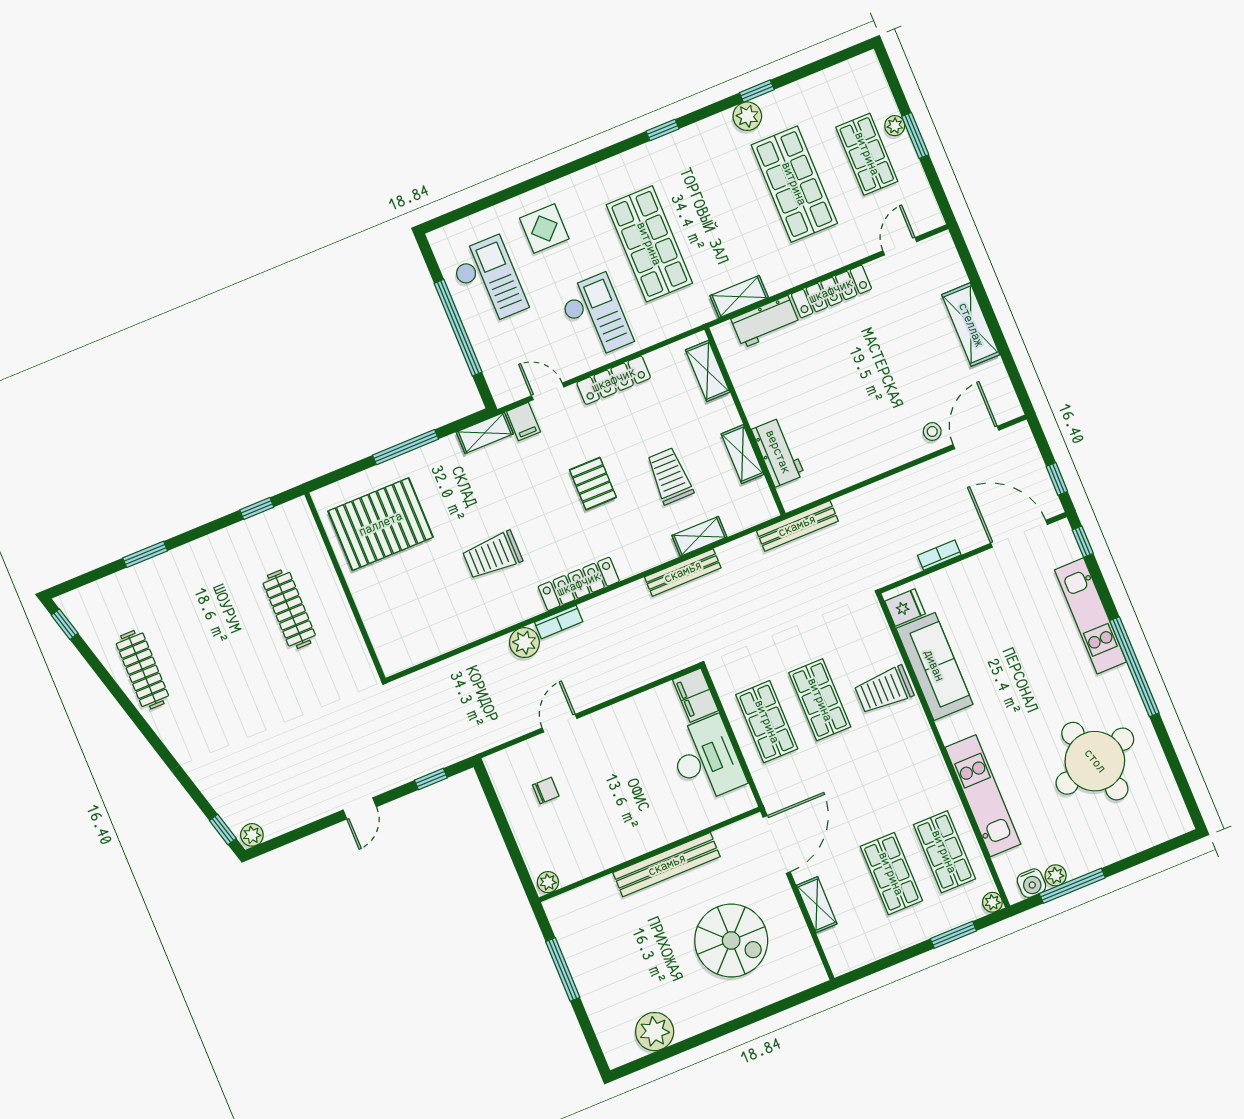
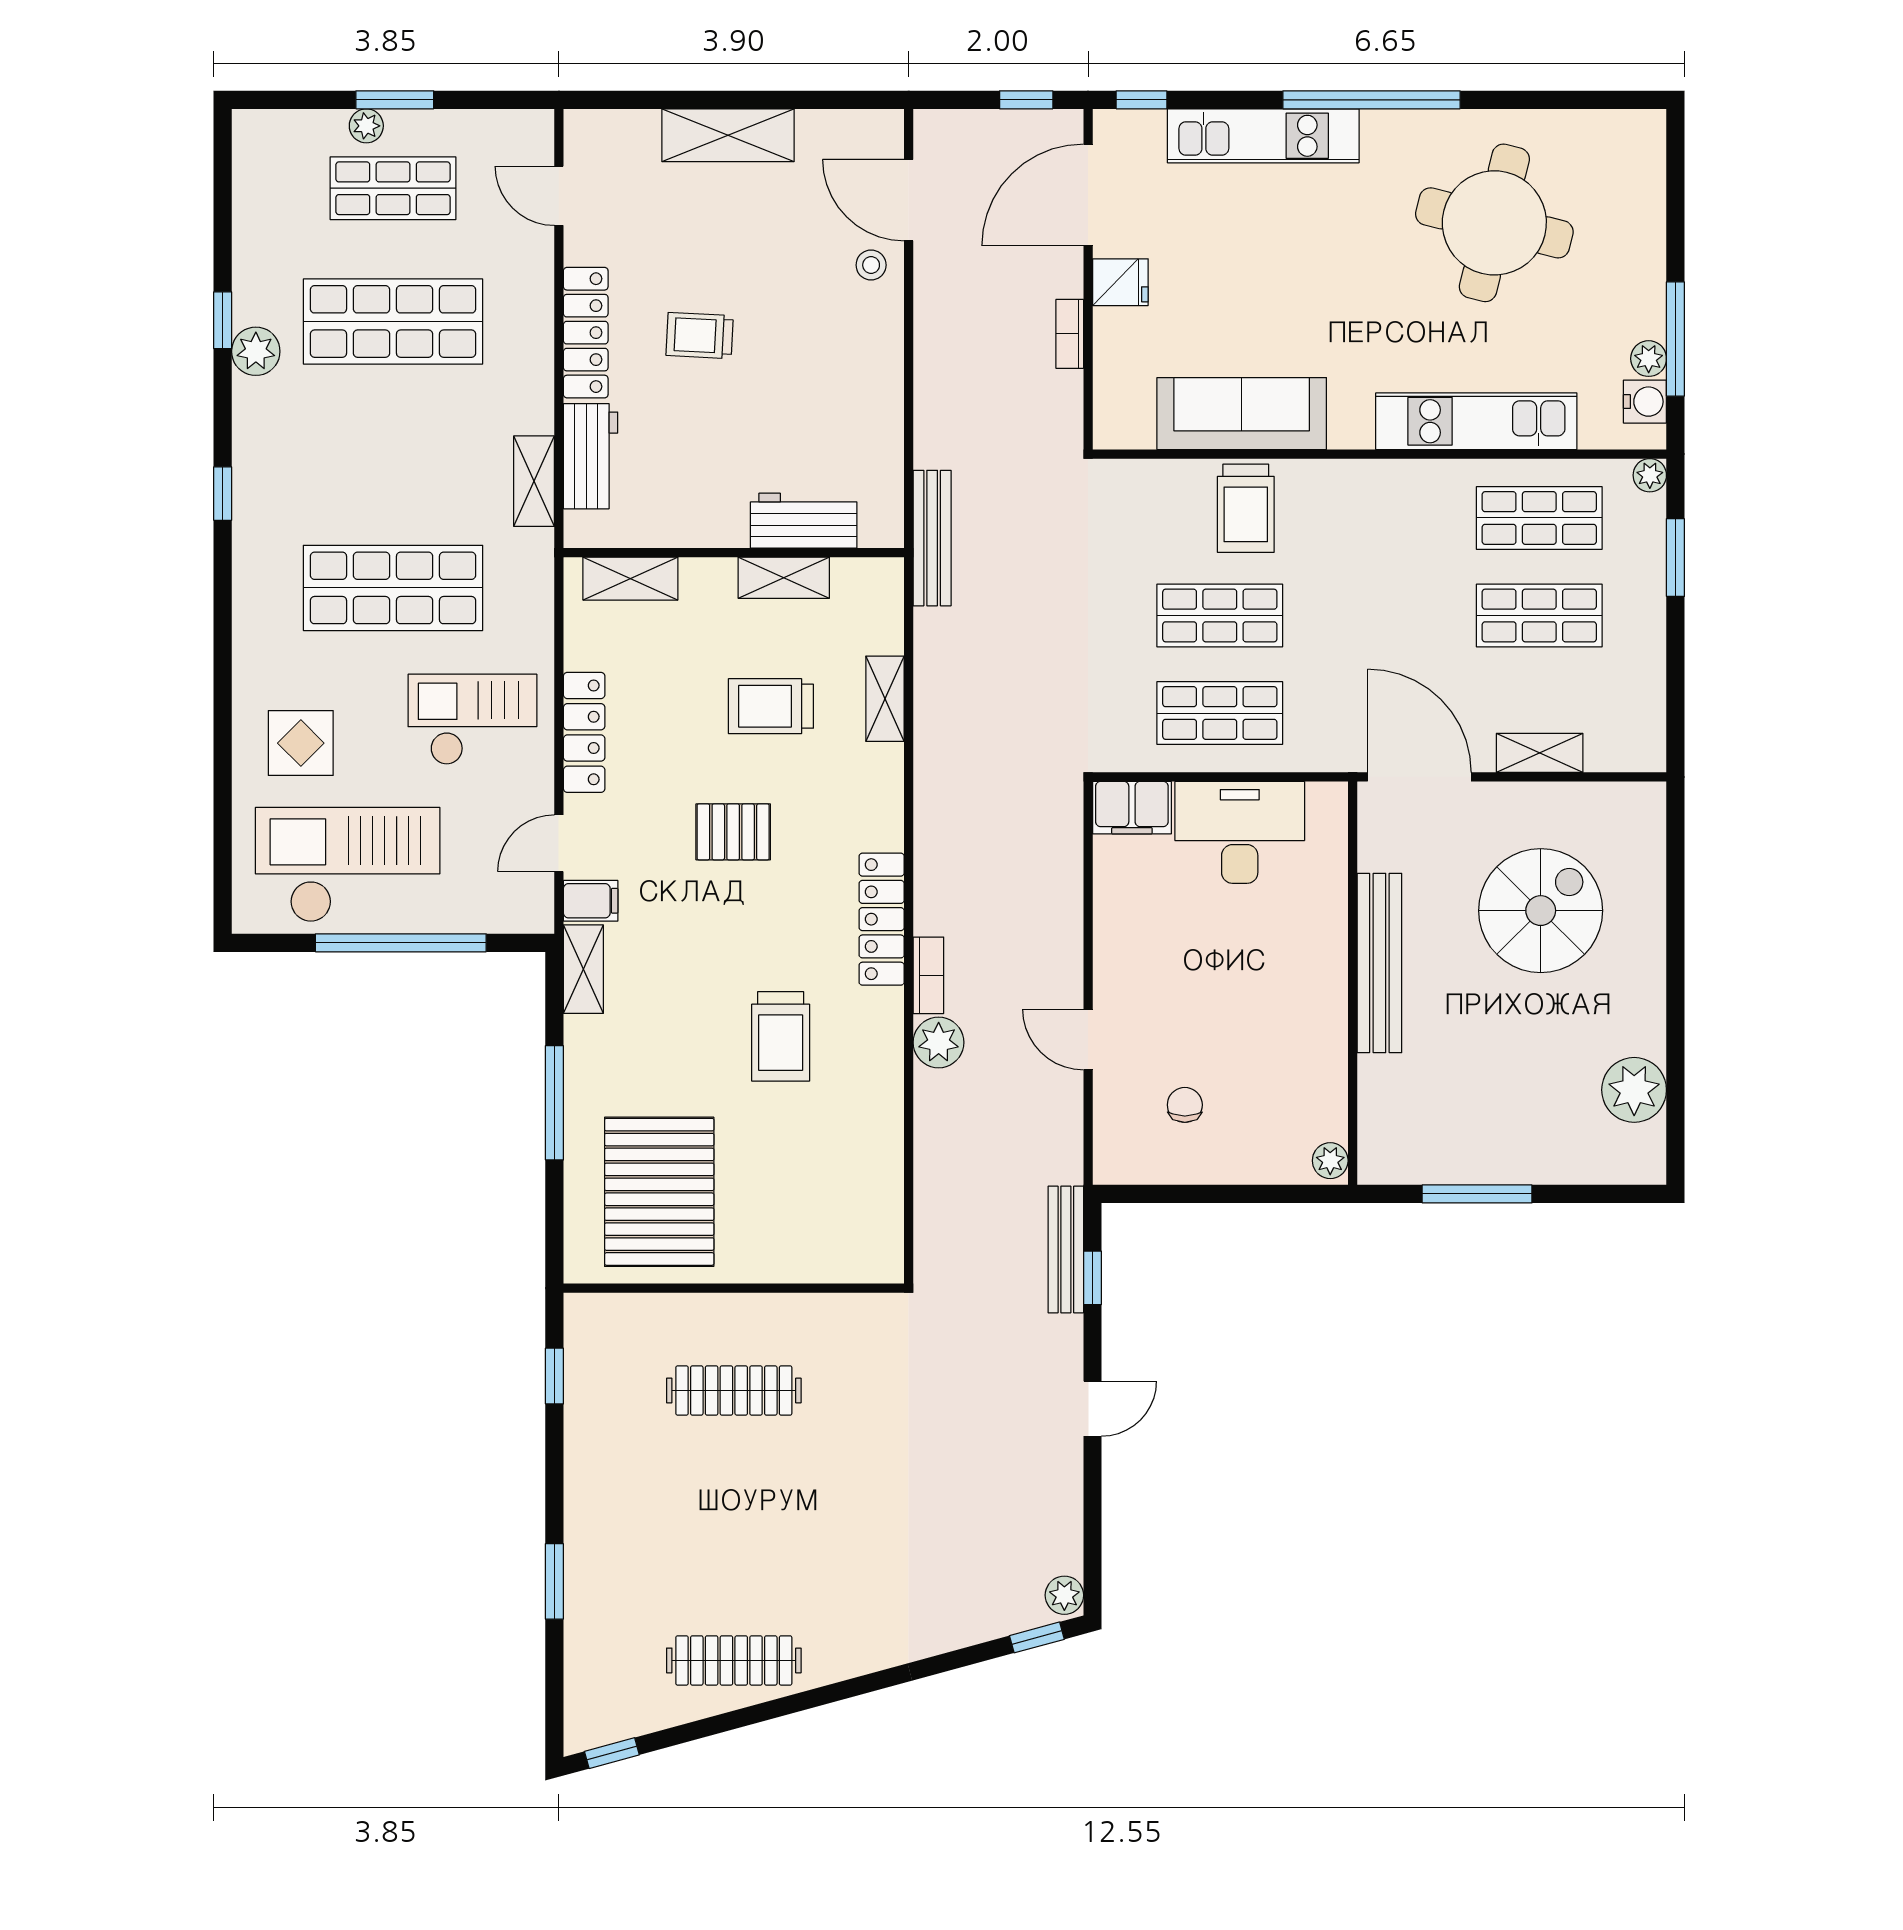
checkout: (489, 281) -> (348, 865), width x1.36, depth x1.21
trolley: (855, 354) -> (700, 336), added
bench: (683, 572) -> (1066, 1250), moved
fridge: (905, 607) -> (1120, 282), moved, turned 90
round table: (1095, 761) -> (1494, 223), turned 30
door: (360, 808) -> (1093, 1409), hinge flipped

